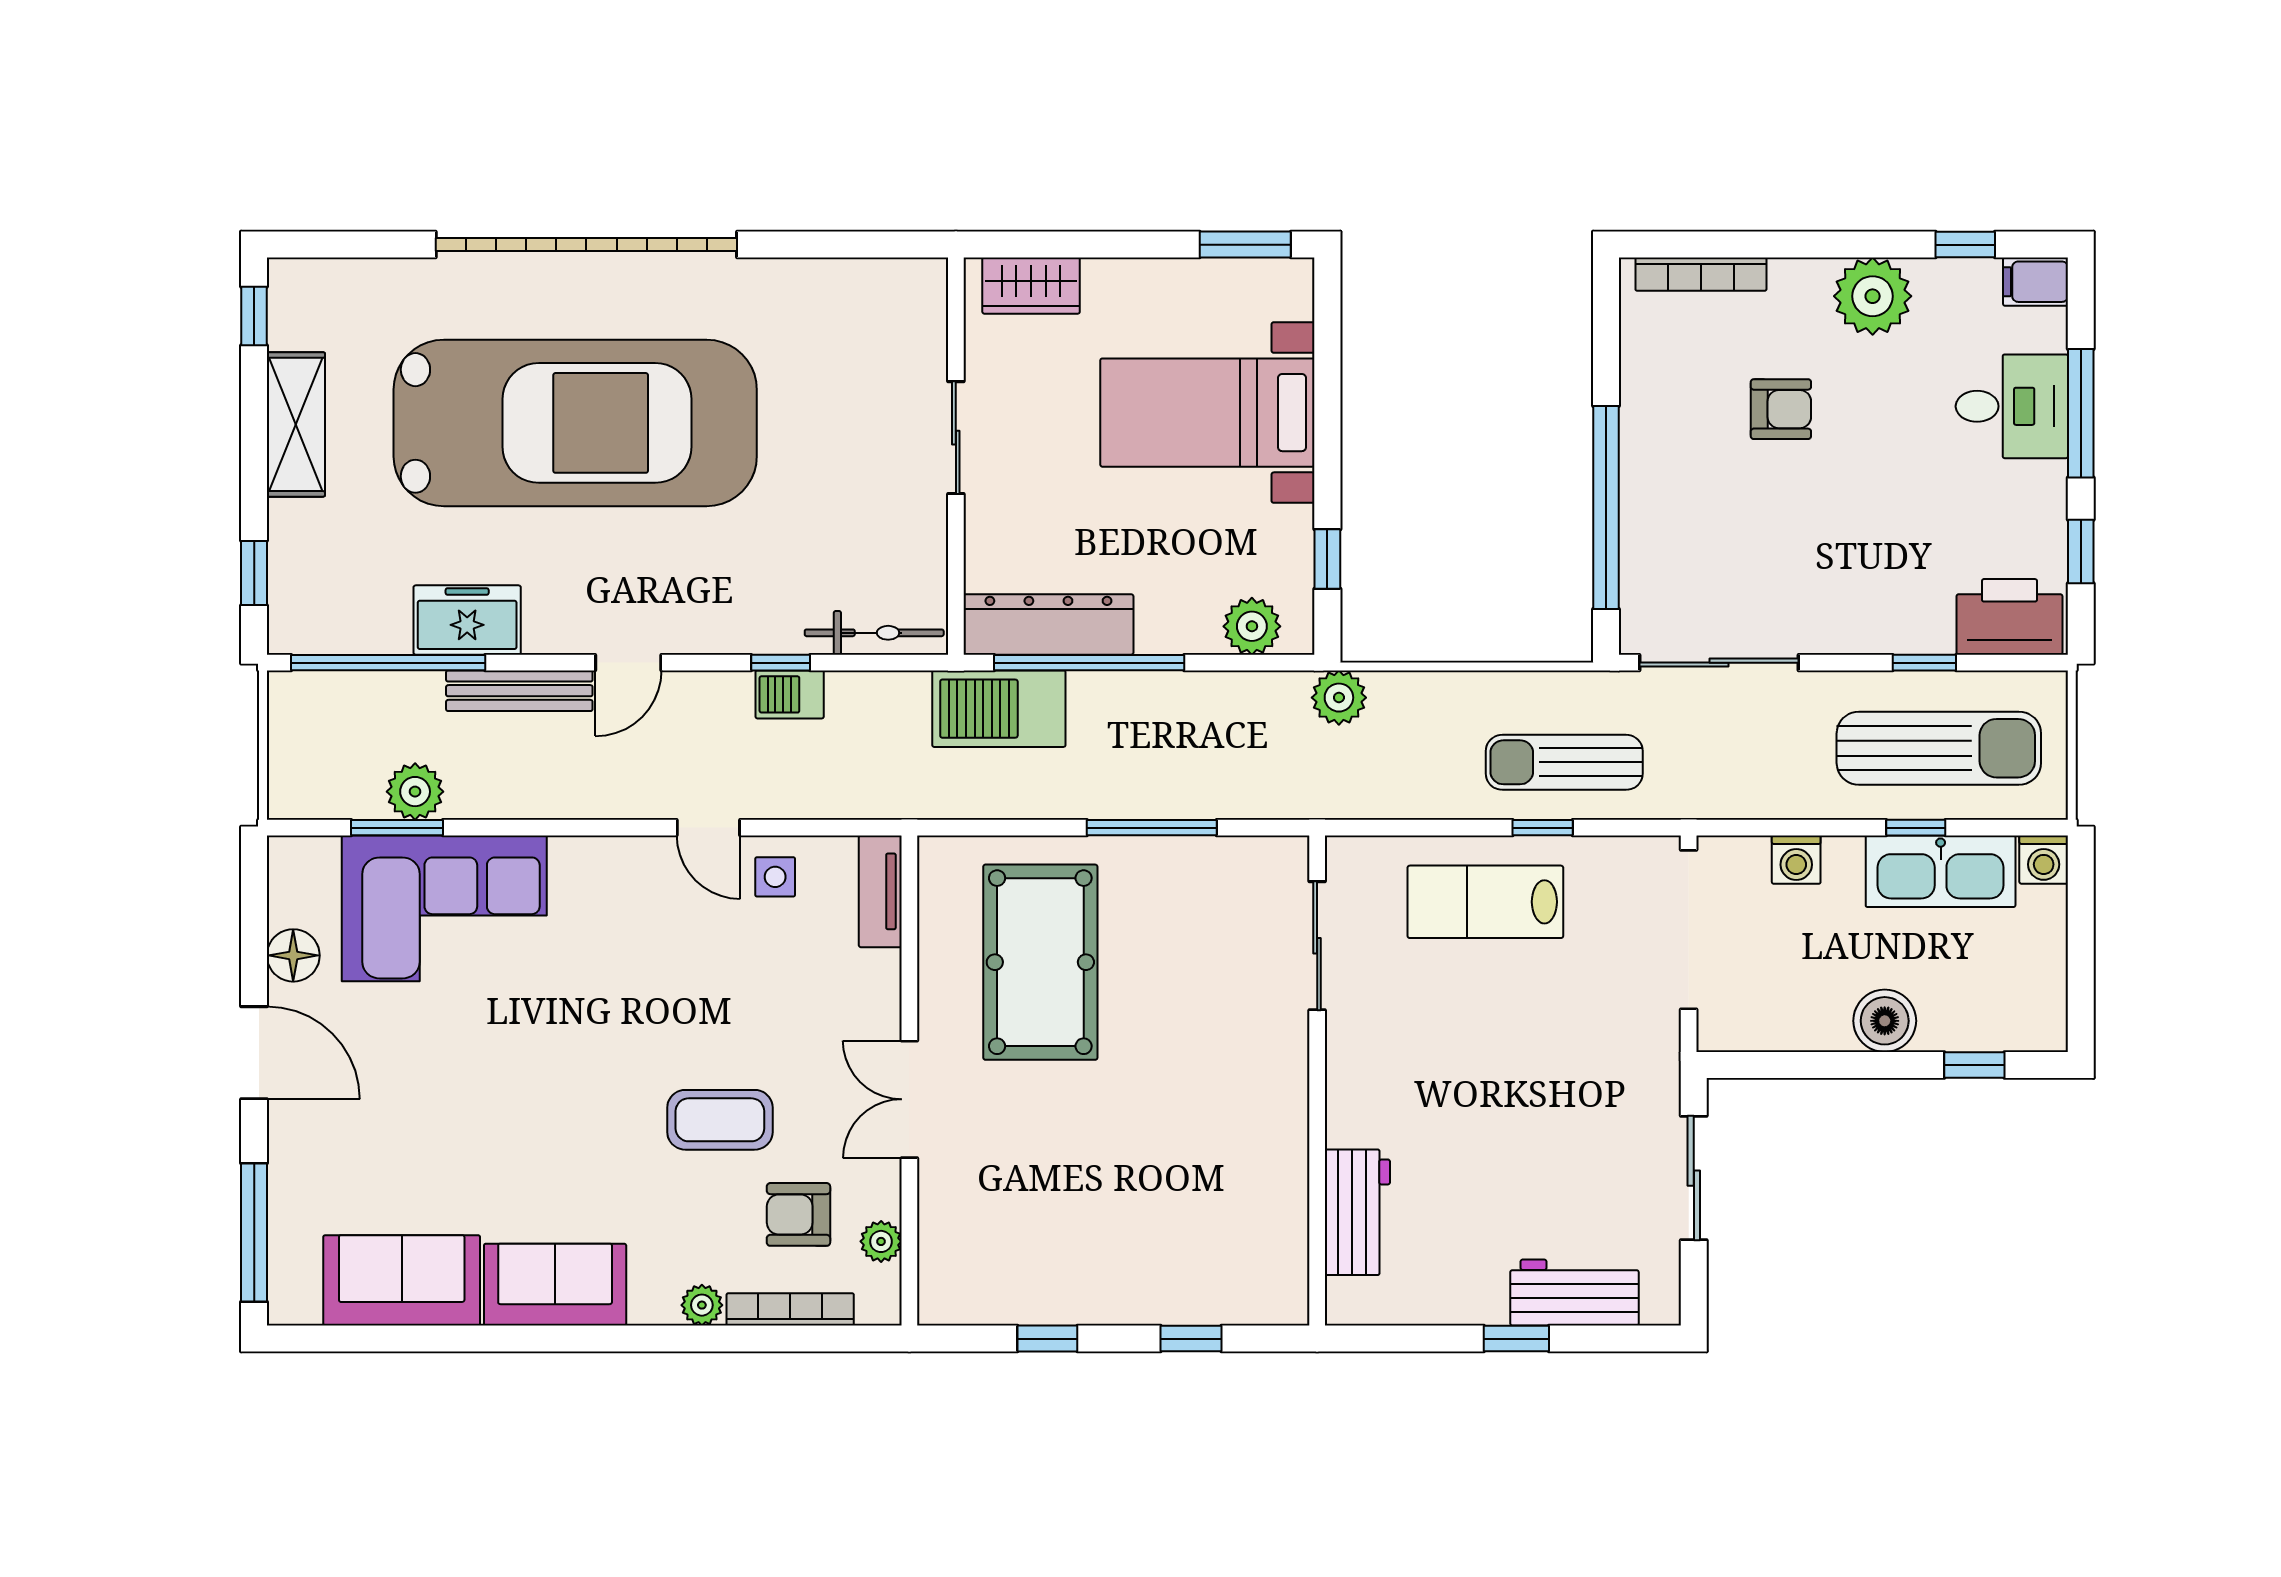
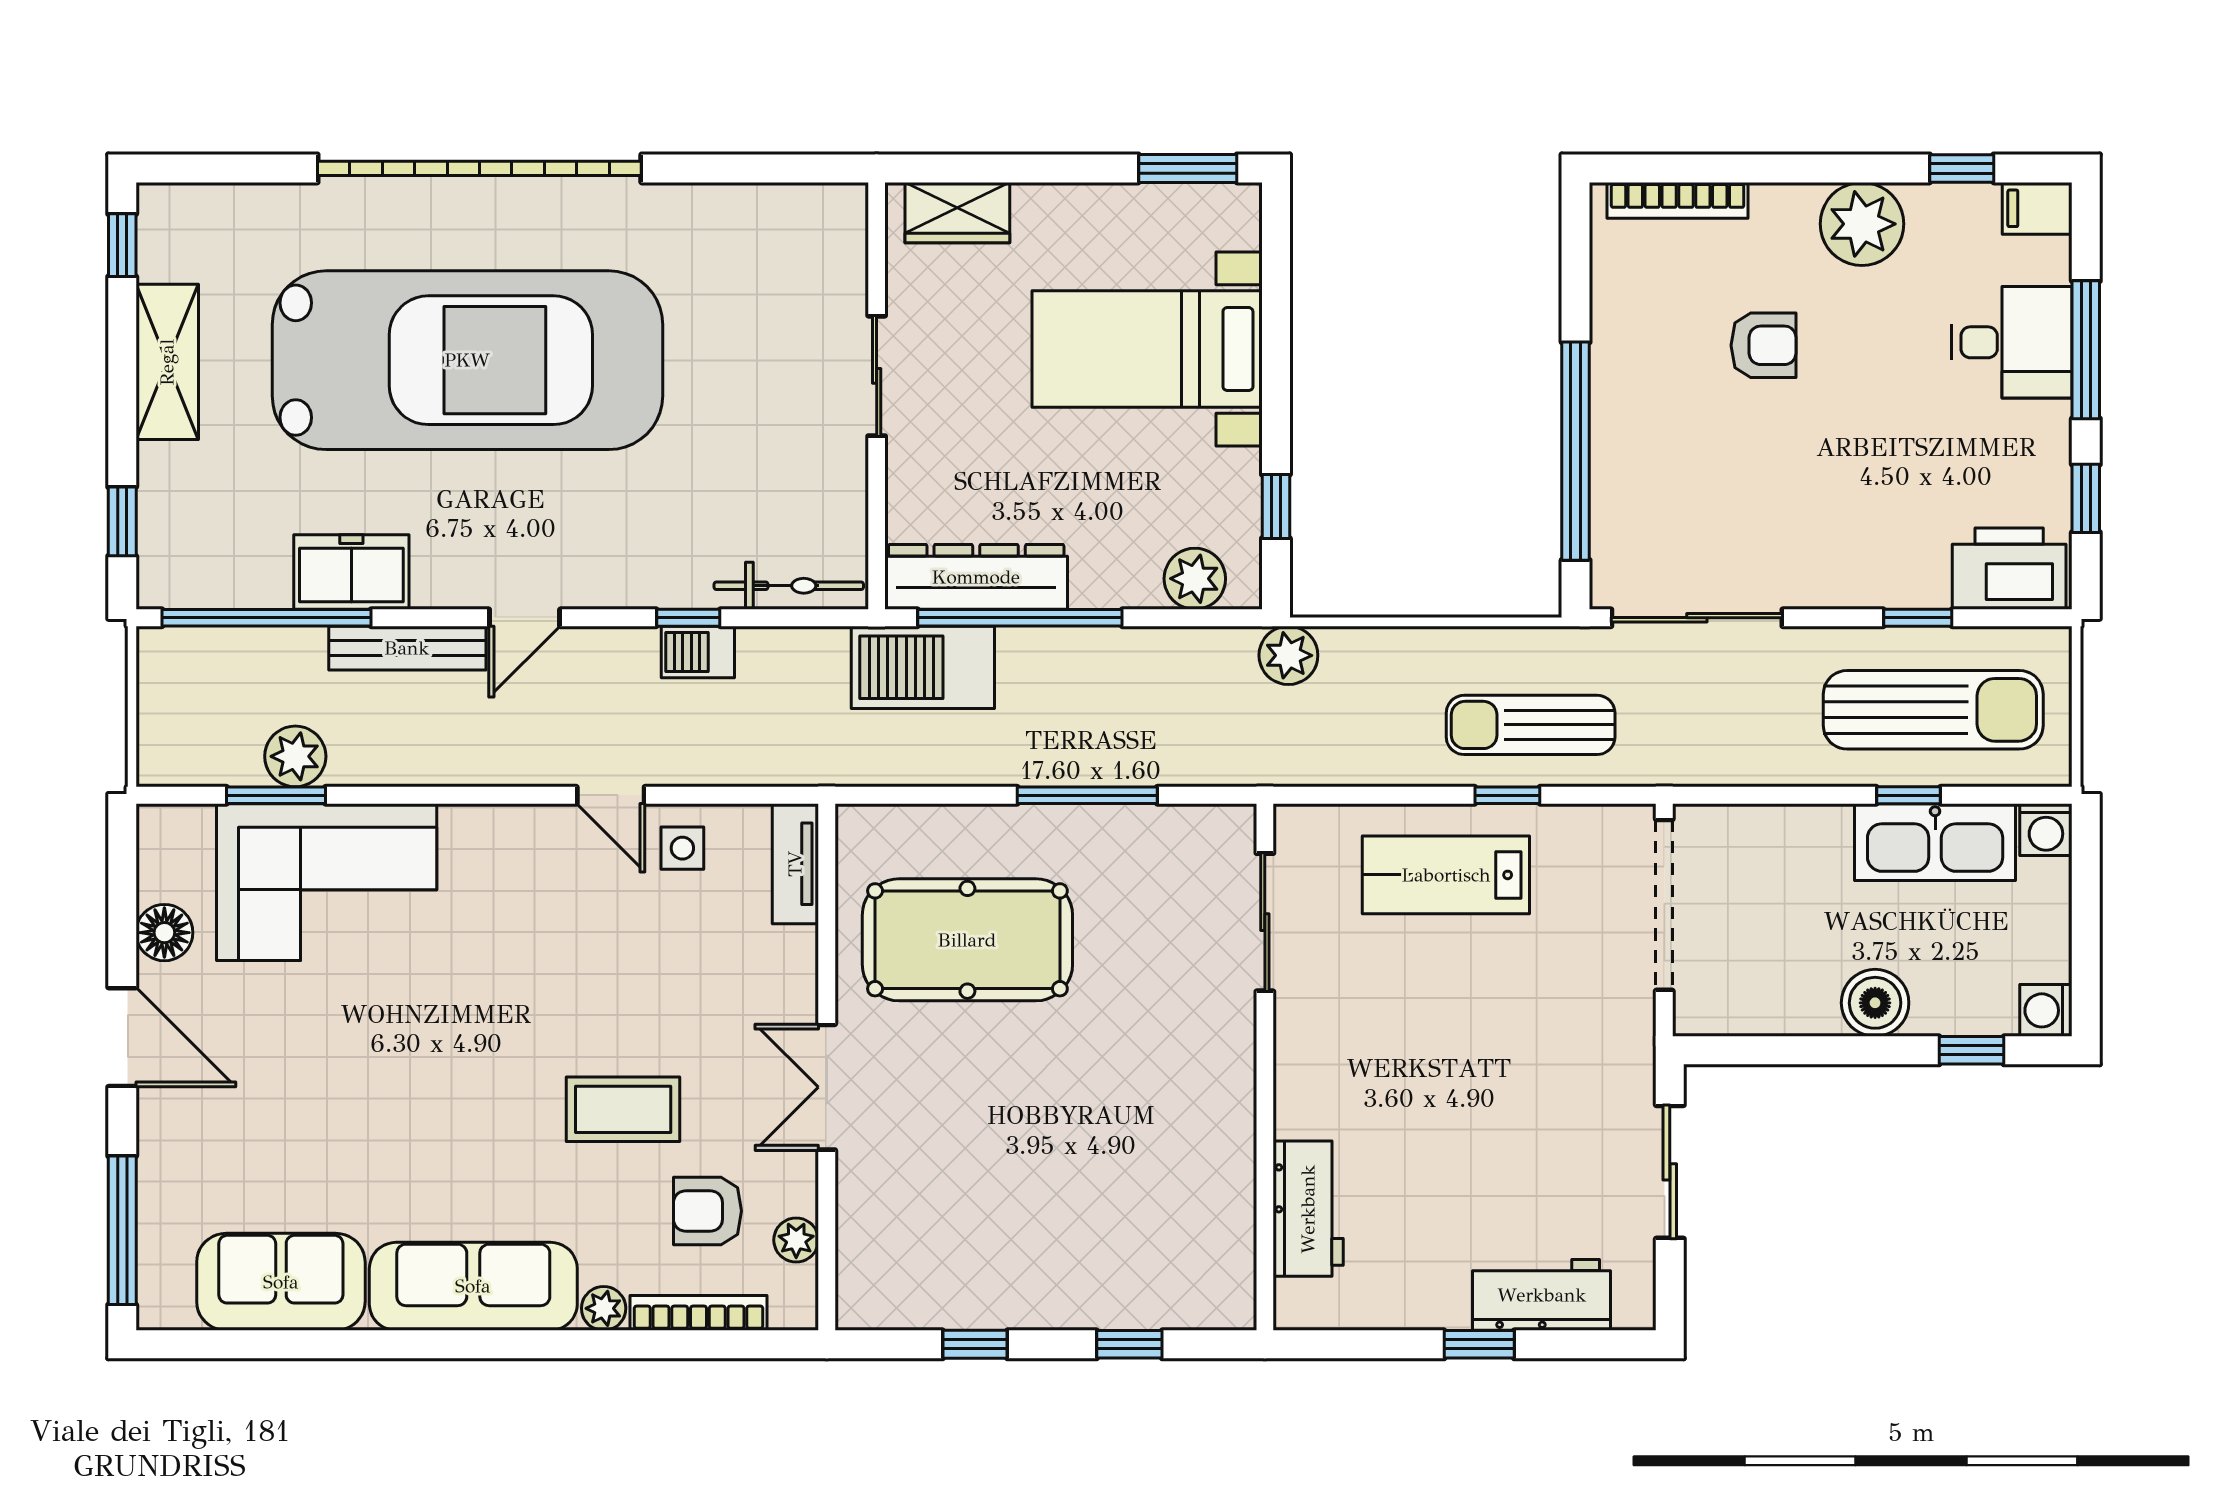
washing machine: (1796, 860) -> (2046, 1010), moved, turned 90
pool table: (1040, 962) -> (967, 940), turned 90
sofa: (555, 1285) -> (473, 1286), width x1.36

